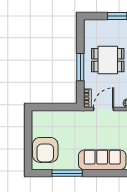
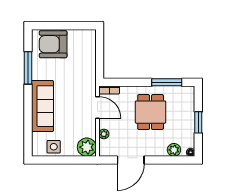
window: (80, 67) -> (167, 82), moved

